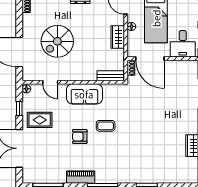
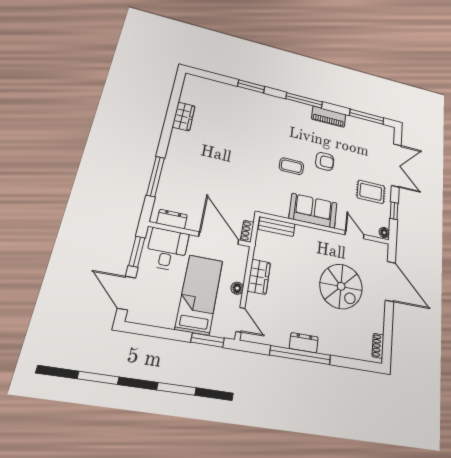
spiral stairs: (57, 41) -> (341, 286), turned 90
dresser: (184, 65) -> (172, 219), added

